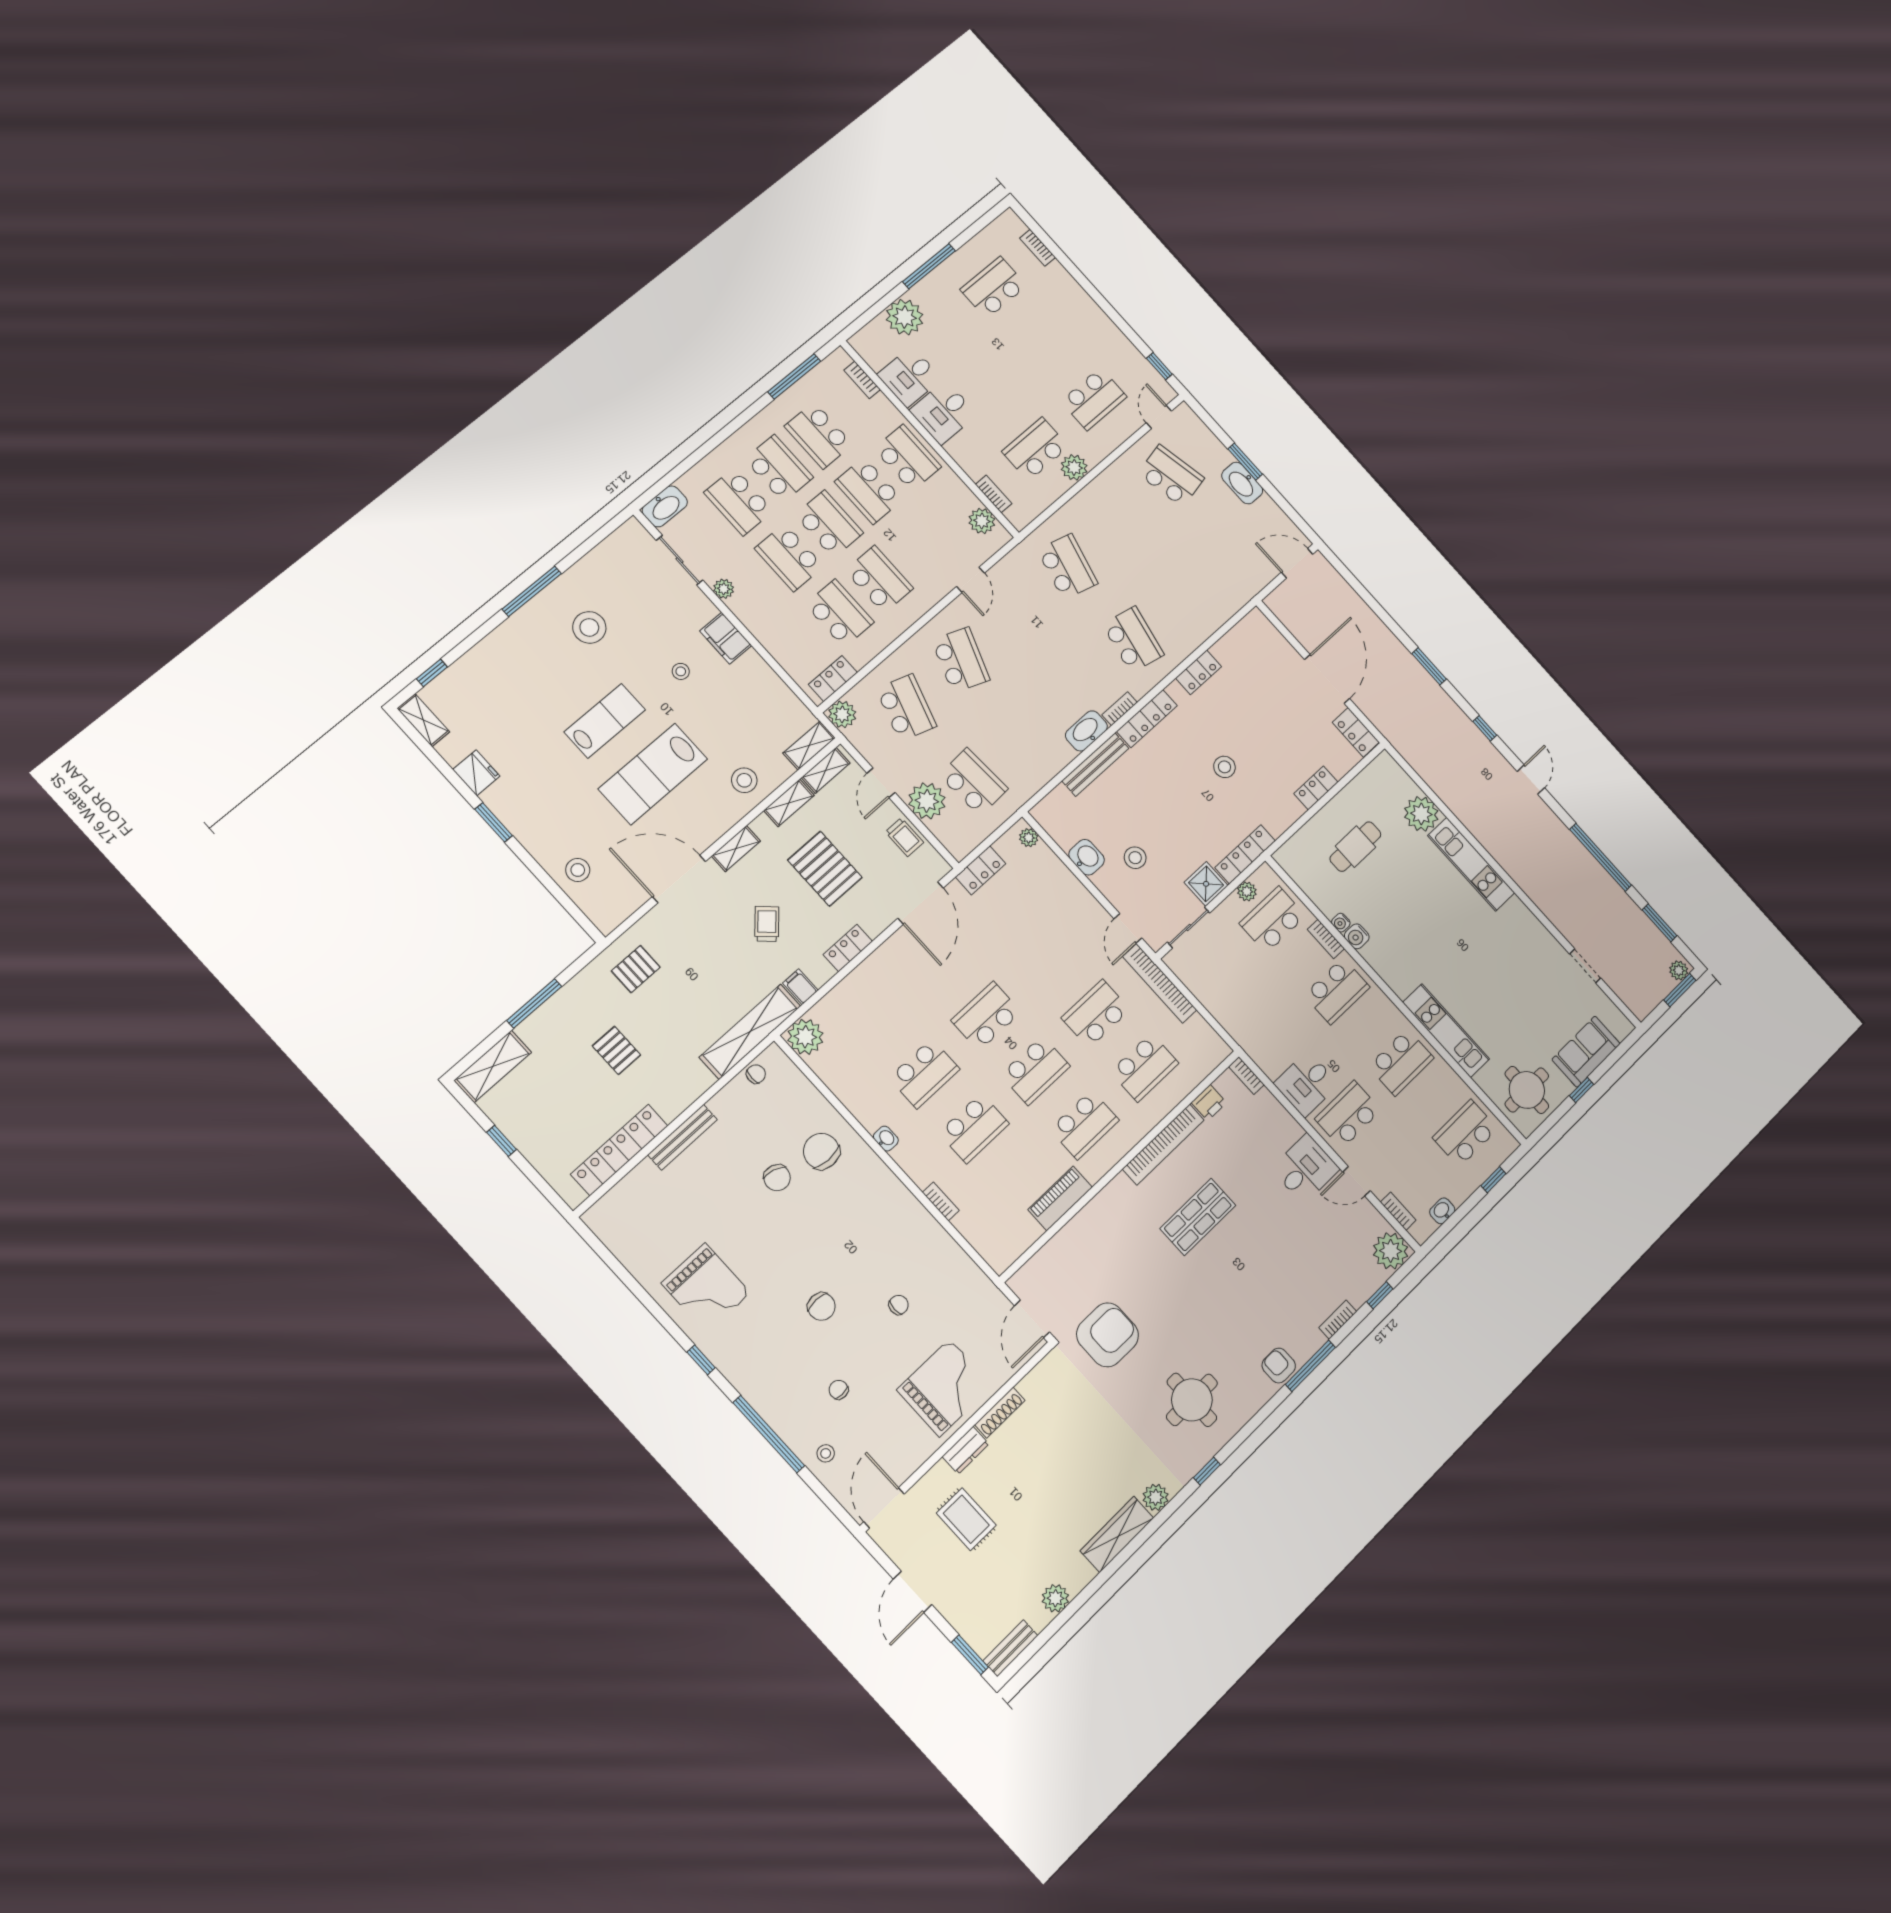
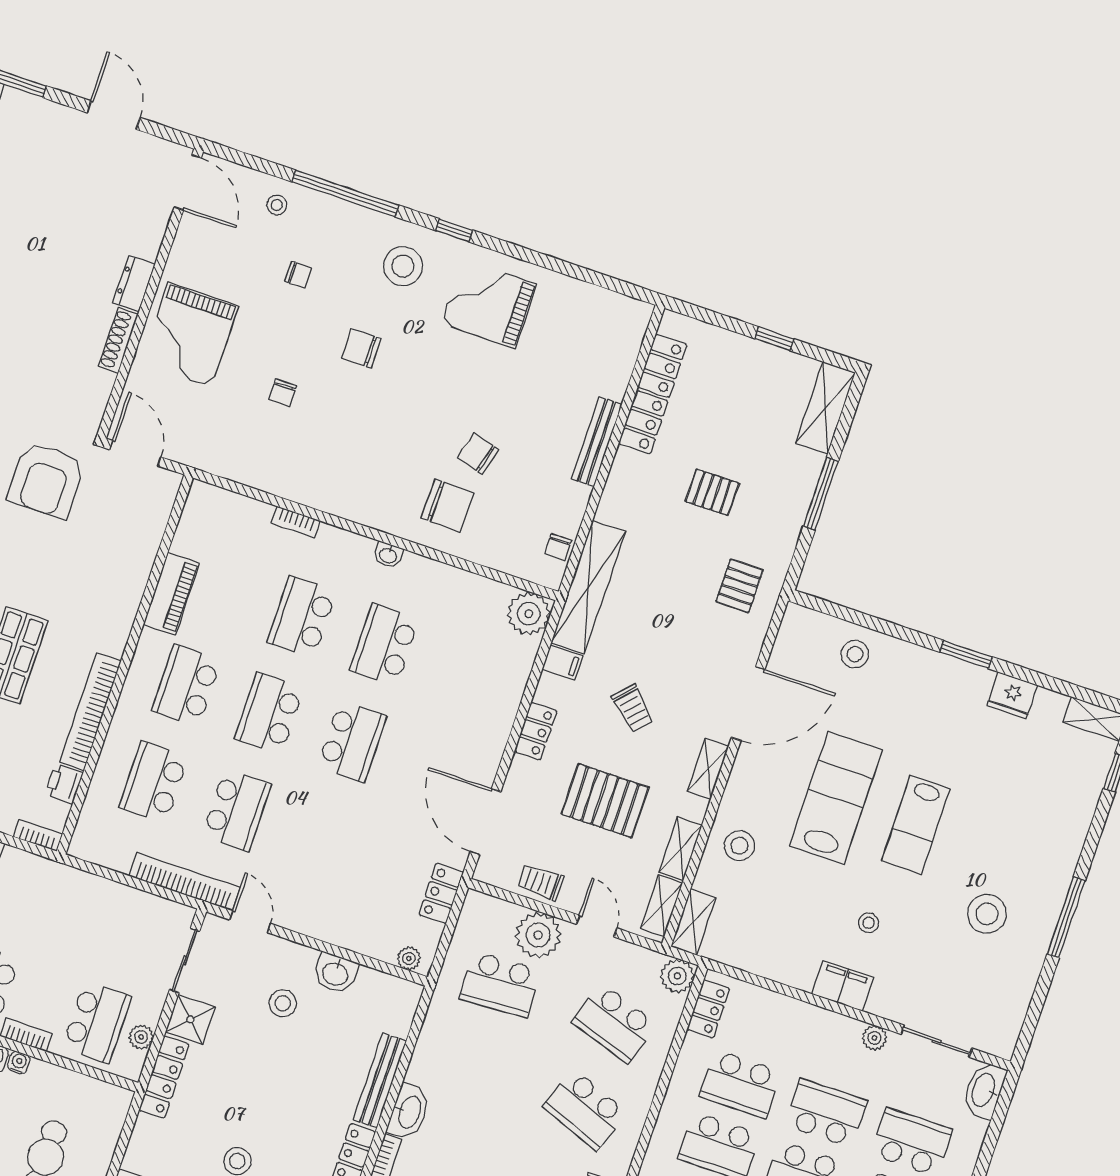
stool: (755, 1353) -> (403, 266), added
rug: (966, 1519) -> (96, 215), removed

